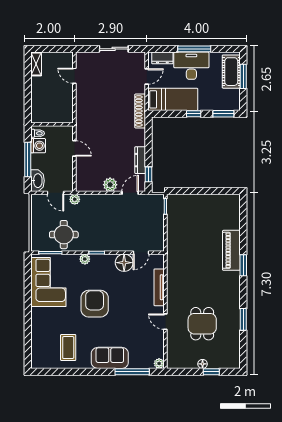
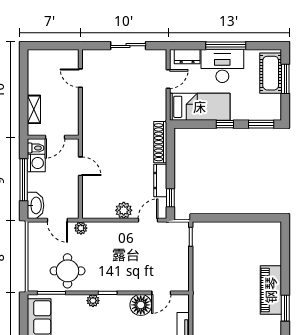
shelving: (36, 64) -> (34, 109), moved
shoe rack: (140, 111) -> (160, 142), moved
door: (53, 124) -> (55, 137), added

